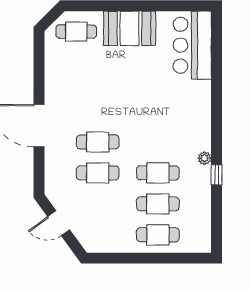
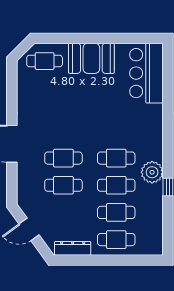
cafe table: (158, 142) -> (116, 158), added
plant: (205, 158) -> (152, 172), width x1.87, depth x1.87
dresser: (108, 245) -> (73, 248), added

